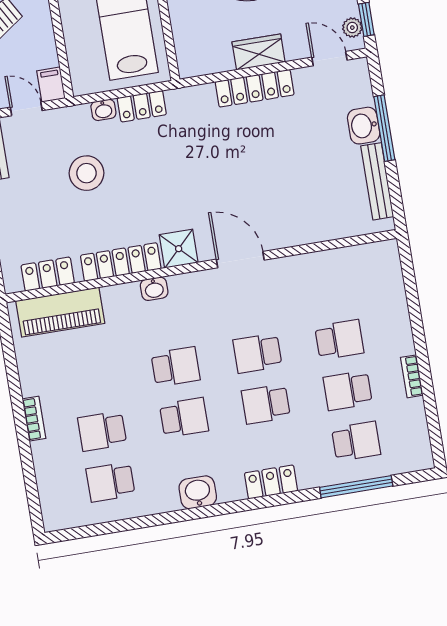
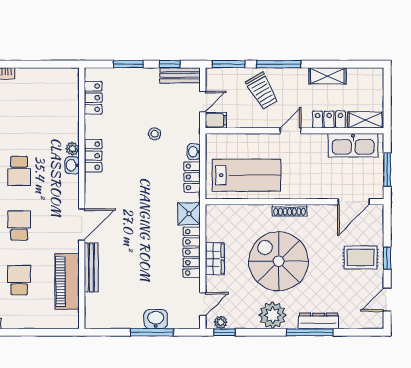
stool: (87, 173) -> (155, 134), width x0.53, depth x0.53
bench: (377, 181) -> (91, 267), moved, turned 90
shower: (179, 249) -> (189, 214), moved
locker: (121, 262) -> (93, 156), width x0.66
plant: (129, 292) -> (72, 149), added
piano: (60, 312) -> (67, 281), moved
school desk: (339, 340) -> (19, 280), turned 180

